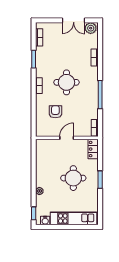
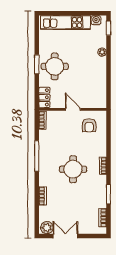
armchair: (55, 112) -> (89, 125), moved
door: (67, 138) -> (73, 109), swing flipped
round table: (73, 178) -> (55, 66), moved

